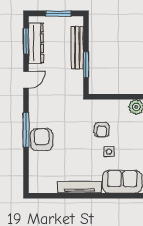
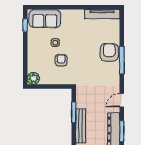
armchair: (42, 140) -> (109, 52), turned 180
tv unit: (79, 187) -> (102, 14), moved

